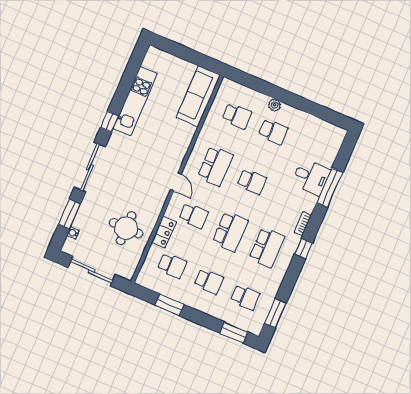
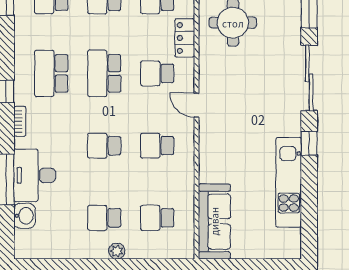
washbasin: (328, 157) -> (24, 216), added
school desk: (215, 166) -> (157, 146), width x0.54
desk: (311, 177) -> (35, 175), width x1.37

